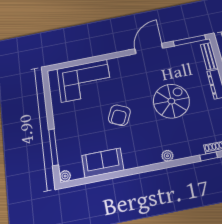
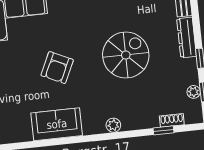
sofa: (103, 163) -> (57, 124), moved

